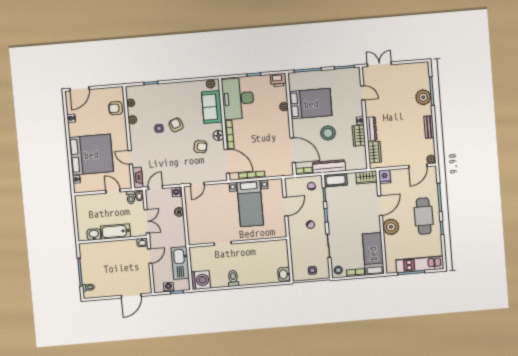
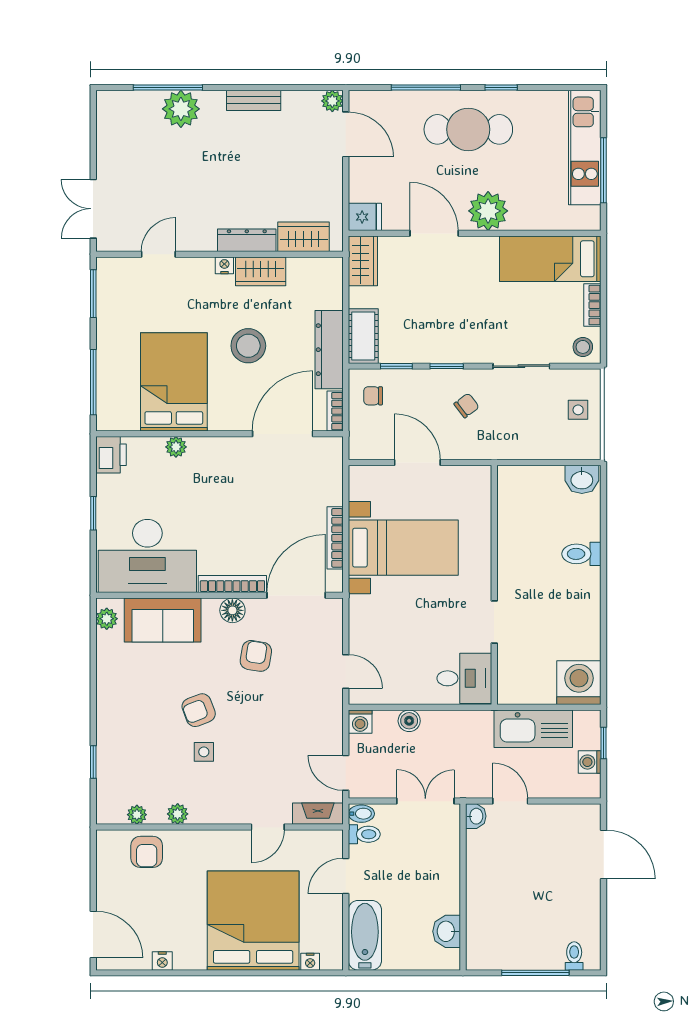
bathtub: (116, 231) -> (365, 935), moved, turned 180
desk: (199, 233) -> (464, 678), added
toilet: (233, 278) -> (581, 554), moved

